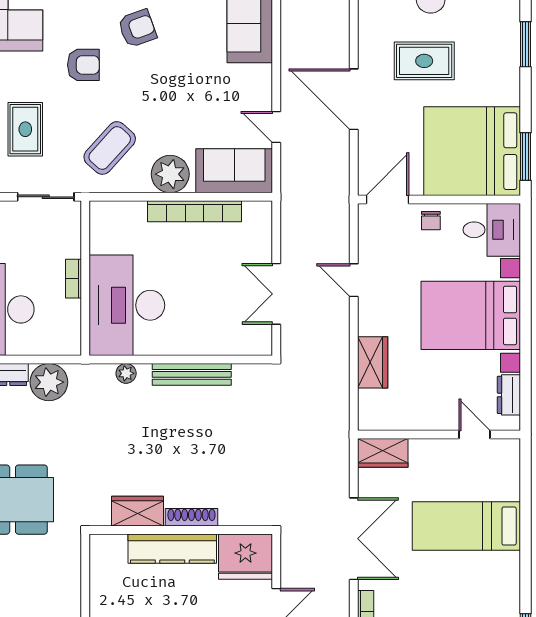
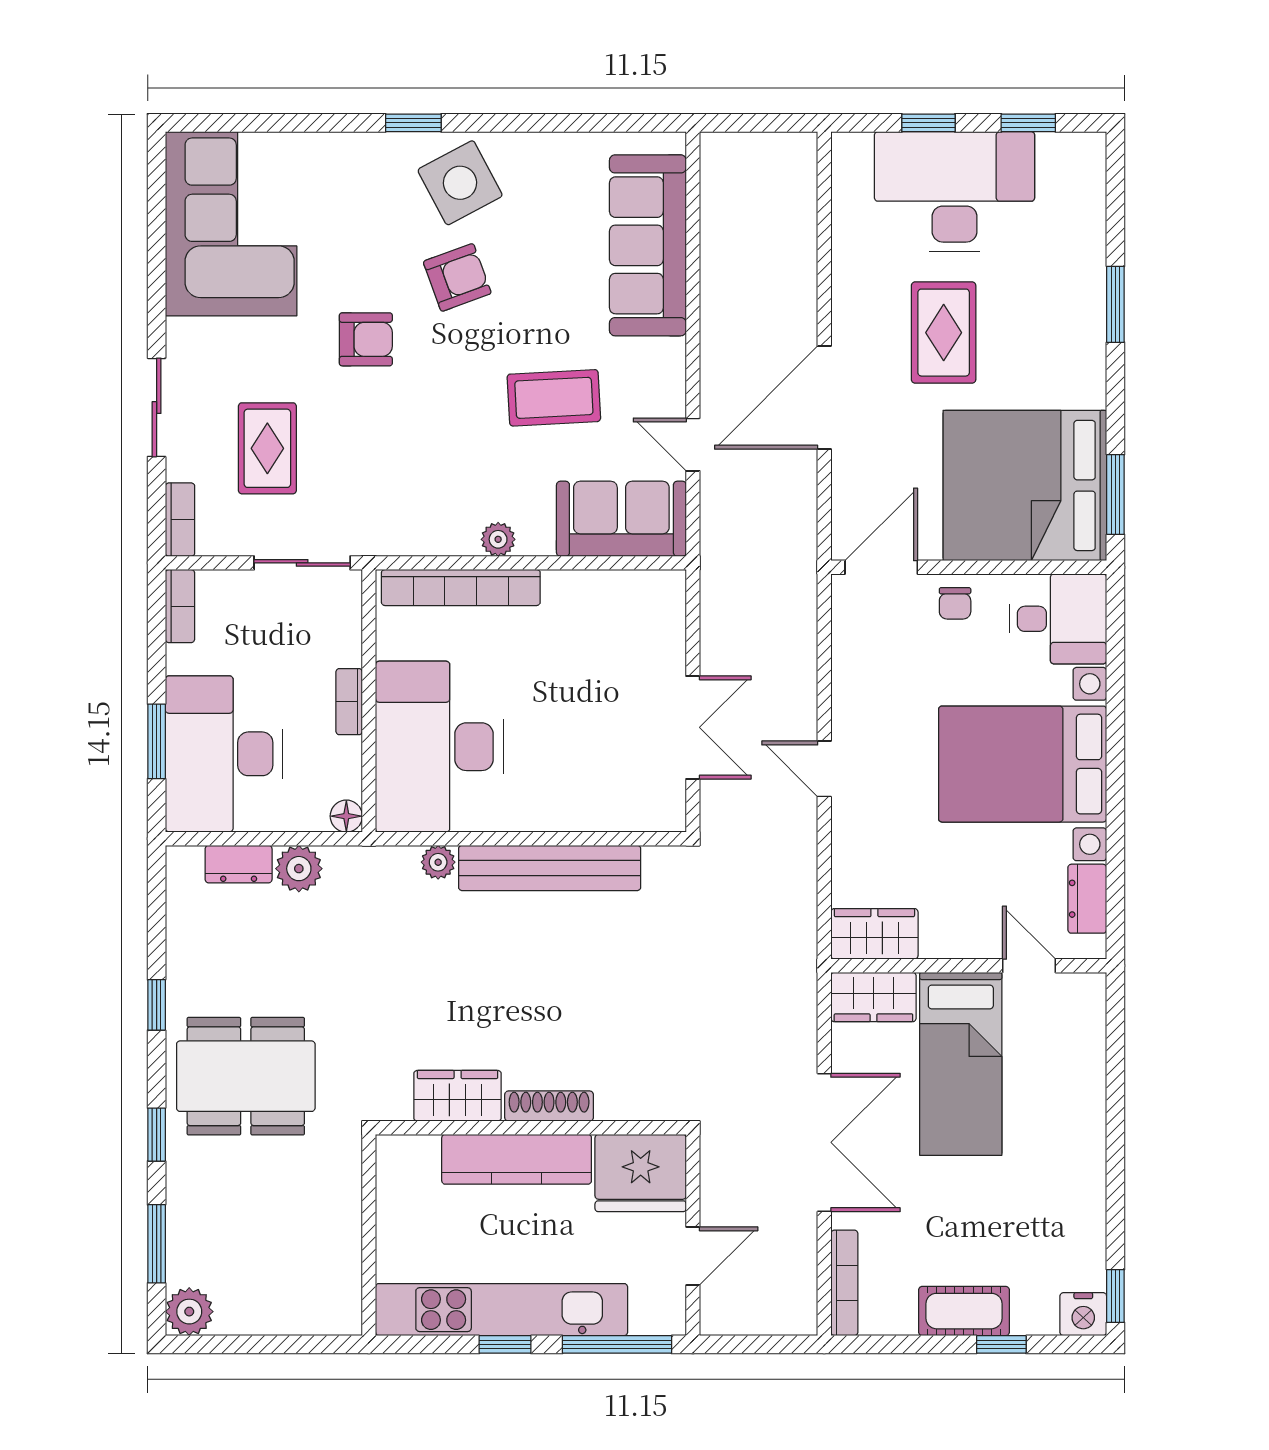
rug: (424, 61) -> (944, 333), turned 90
door: (354, 99) -> (824, 398), hinge flipped
coffee table: (110, 148) -> (554, 398), moved, turned 45
plant: (170, 174) -> (498, 539), width x0.53, depth x0.53
bookcase: (195, 211) -> (461, 587), moved
door: (354, 280) -> (824, 769), moved
double door: (276, 294) -> (693, 727), swing flipped
floor lamp: (72, 346) -> (346, 816), added
wardrobe: (373, 362) -> (874, 934), moved, turned -90
bench: (192, 374) -> (550, 868), width x1.37, depth x1.21
plant: (49, 382) -> (299, 869), width x0.73, depth x0.73
bed: (466, 526) -> (961, 1064), moved, turned -90

